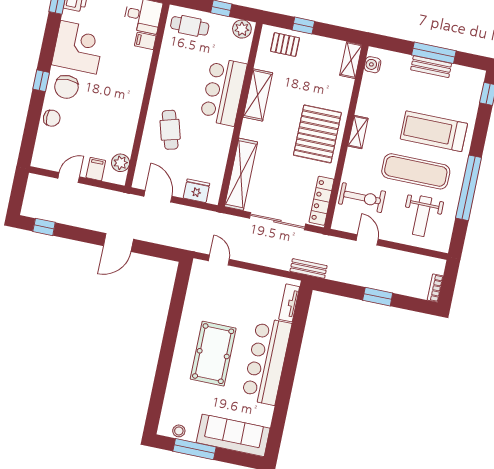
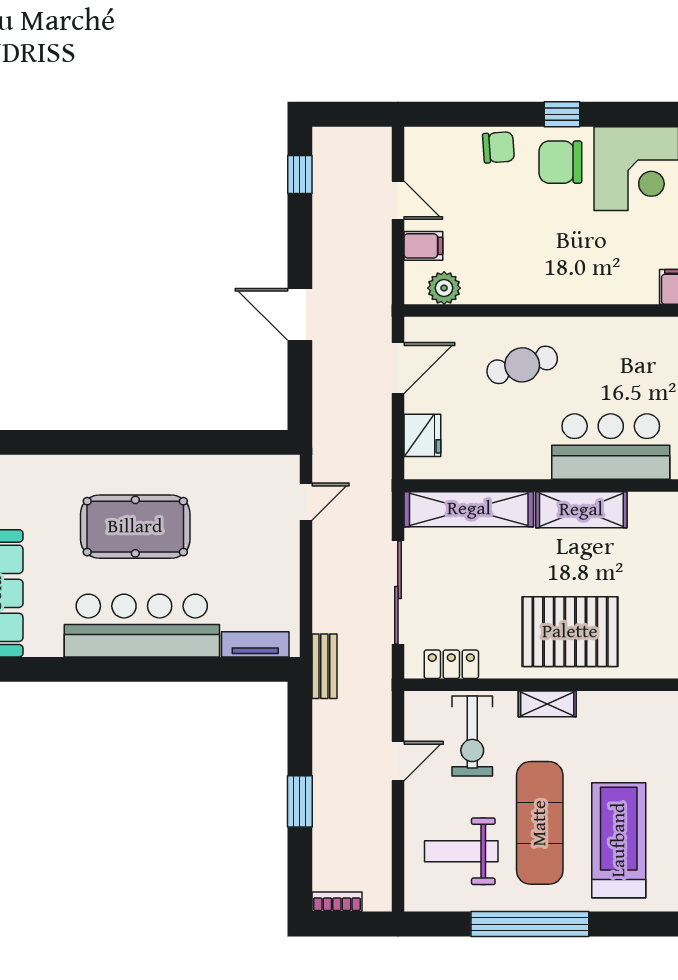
shelving: (258, 95) -> (581, 510), moved
chair: (52, 118) -> (499, 147), turned -94
shelving: (358, 132) -> (547, 704), moved
locker: (322, 201) -> (451, 664), width x0.66

